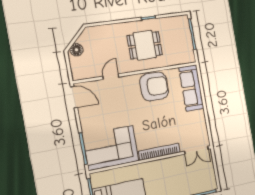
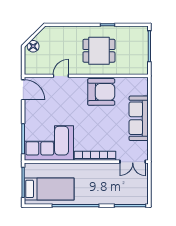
sofa: (191, 88) -> (139, 118), moved

